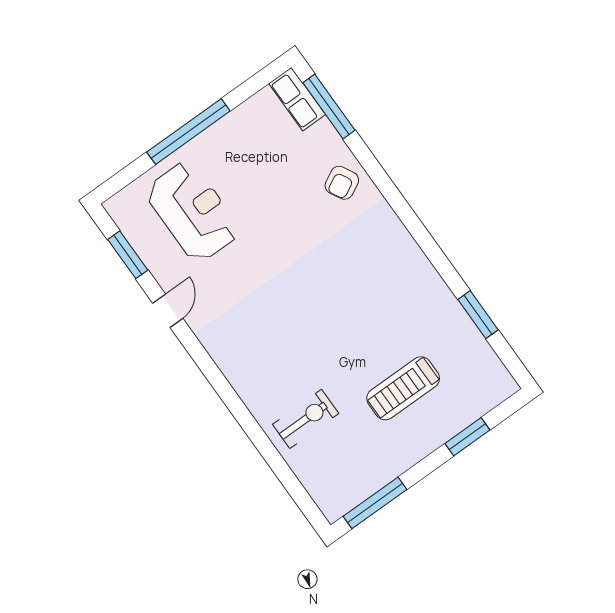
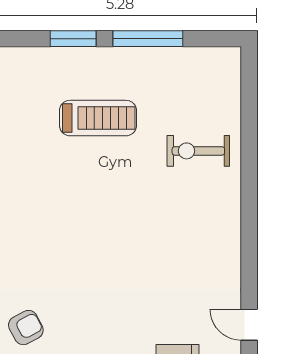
door: (168, 311) -> (249, 325), hinge flipped
window: (375, 503) -> (148, 39), moved

